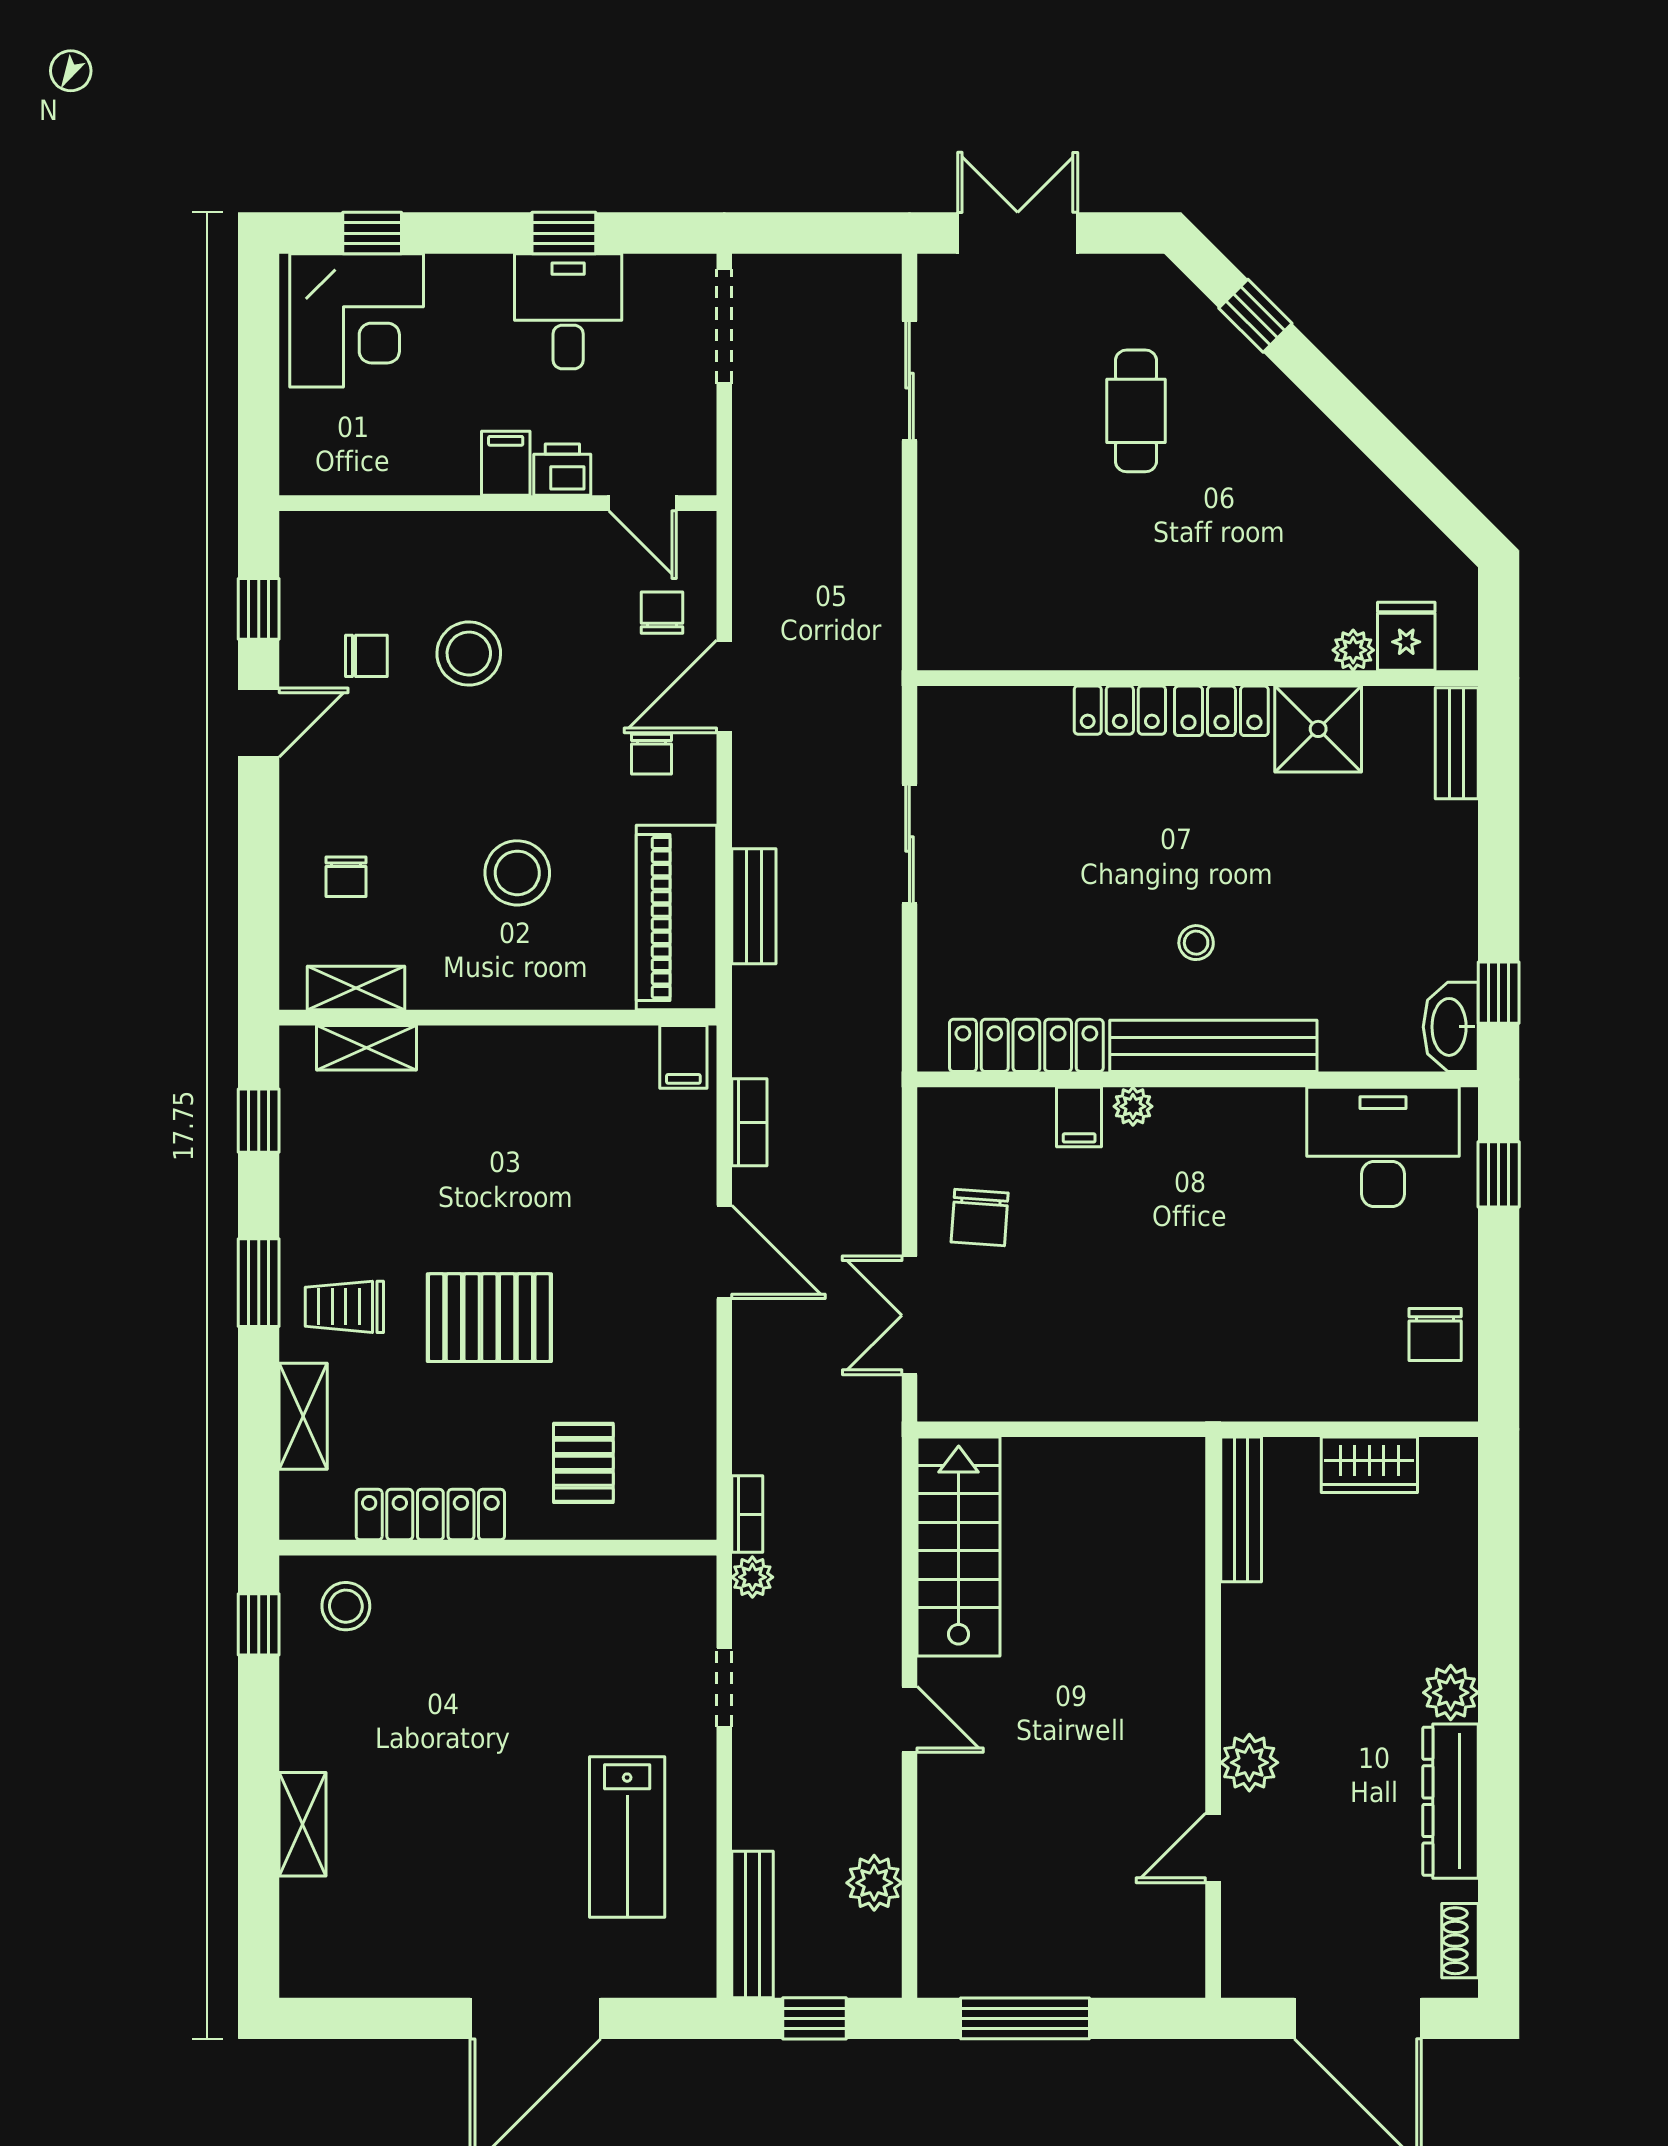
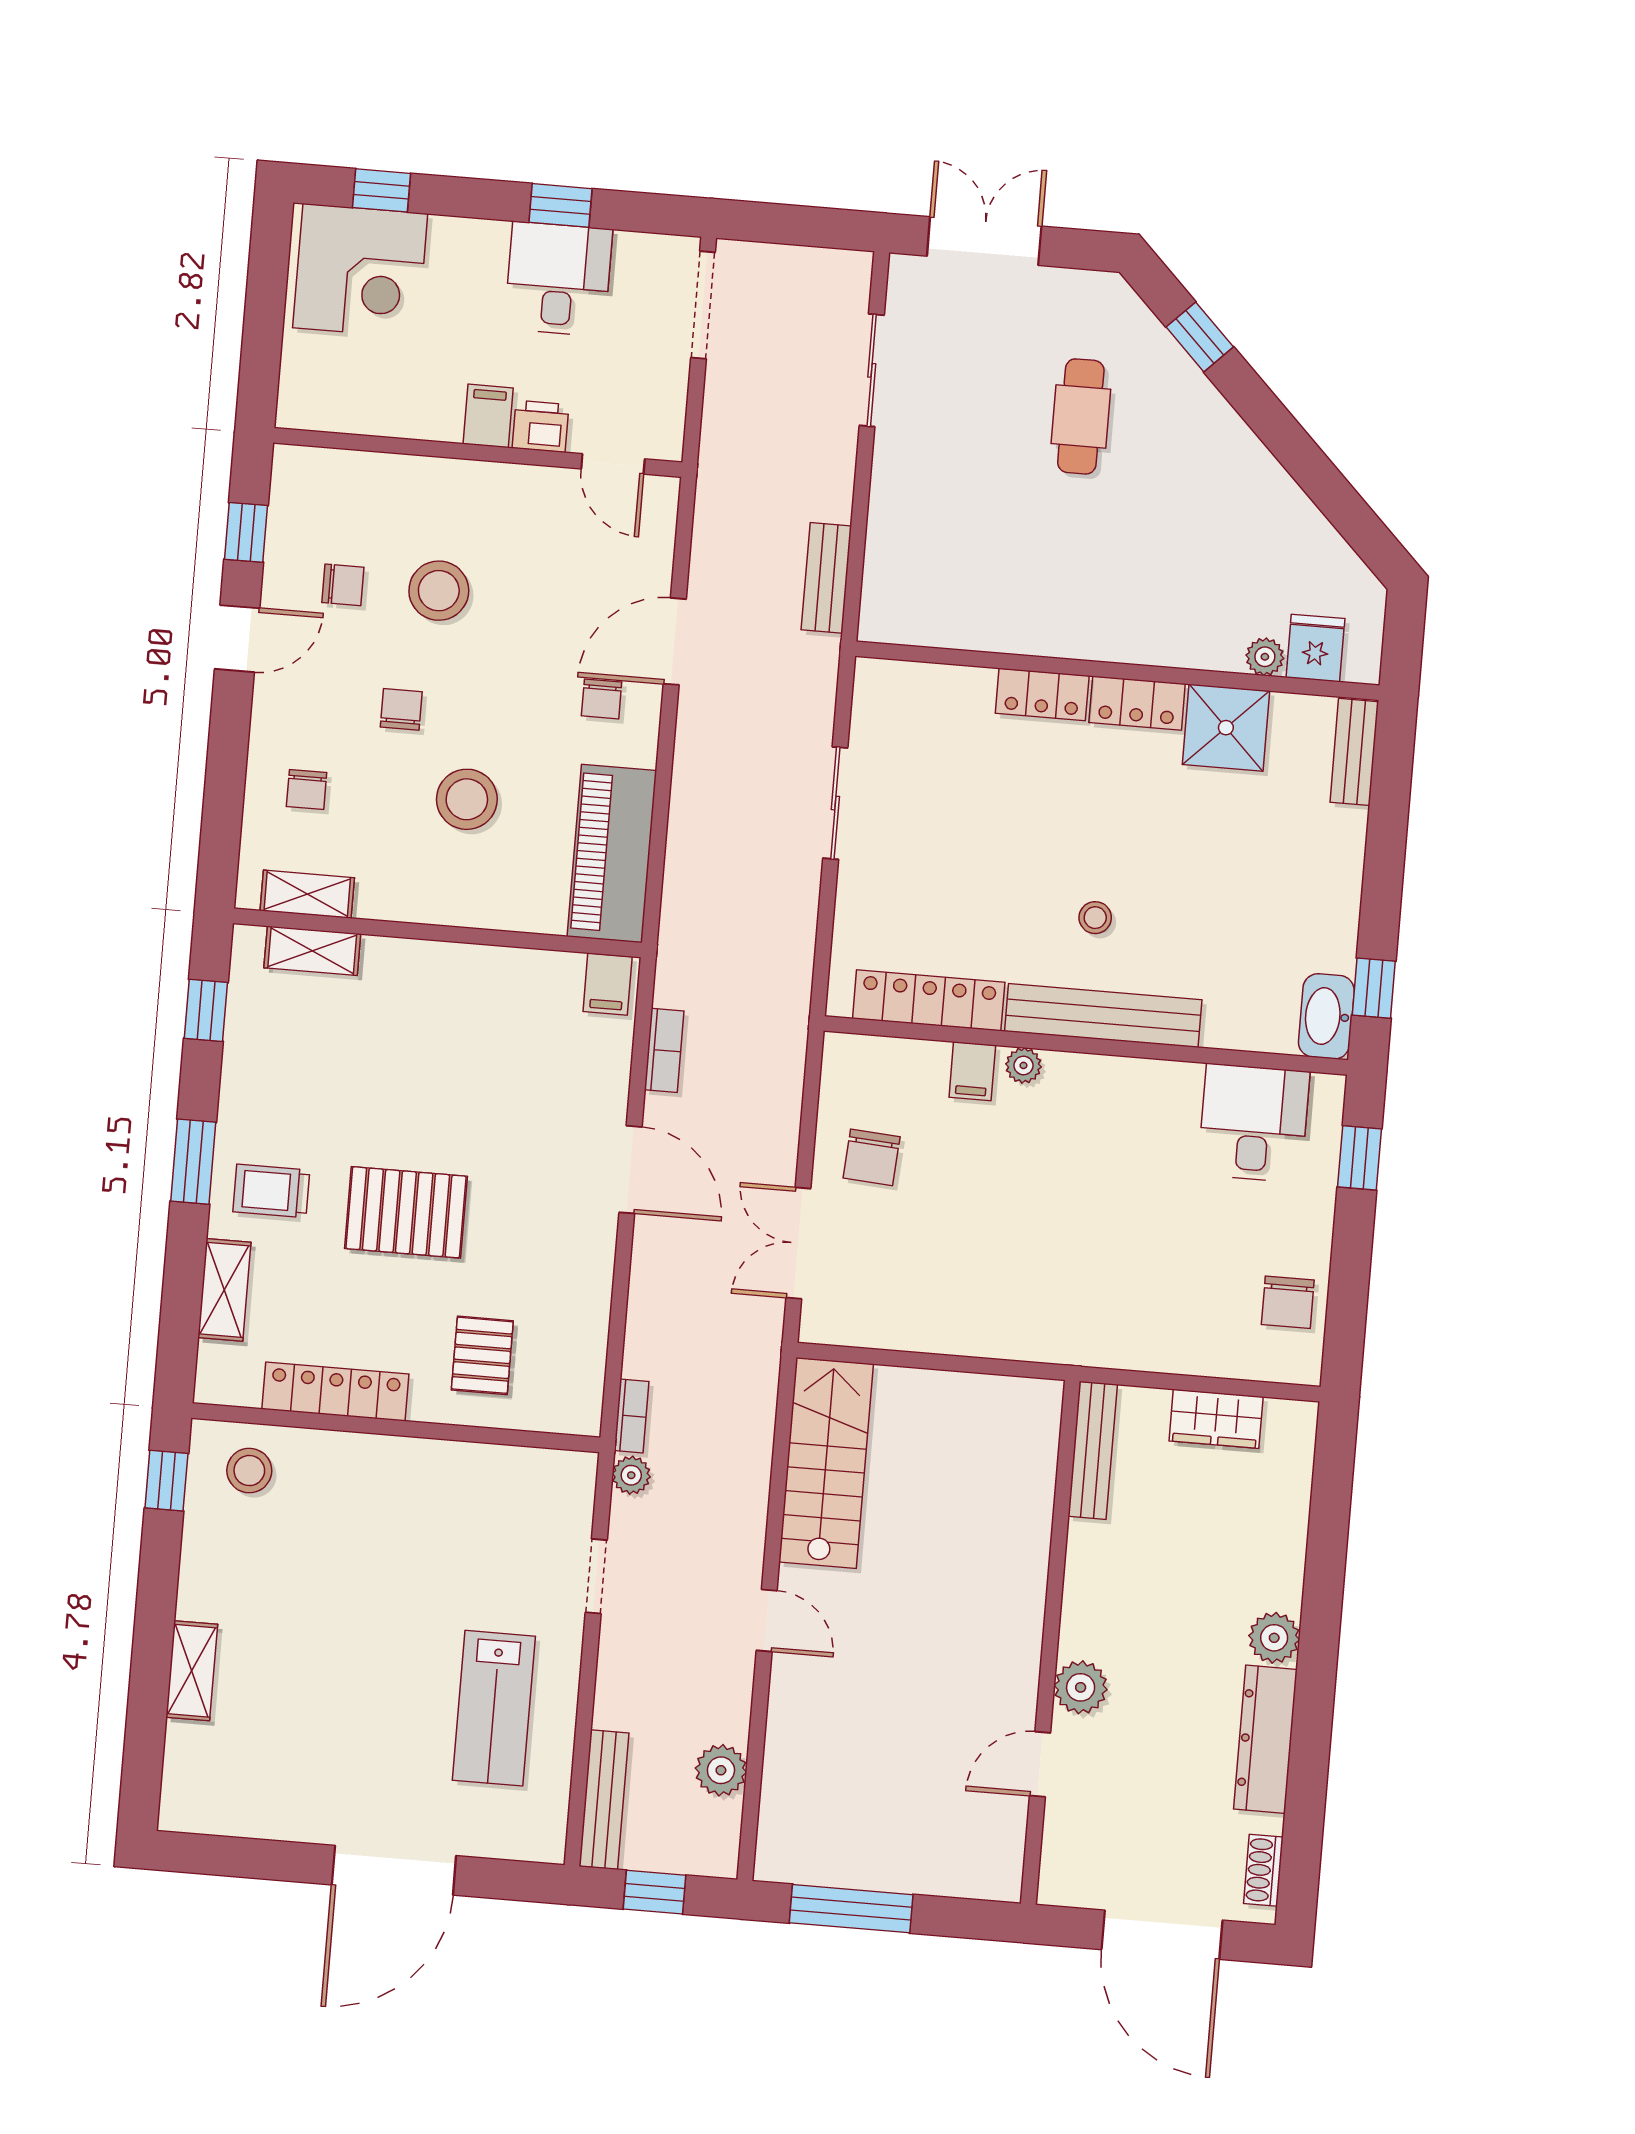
chair: (662, 613) -> (401, 709), moved
bench: (754, 906) -> (826, 578), moved
desk: (1383, 1147) -> (1254, 1123), width x0.73

